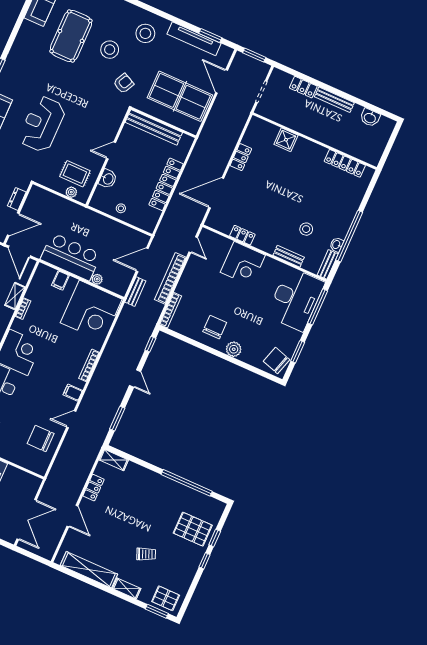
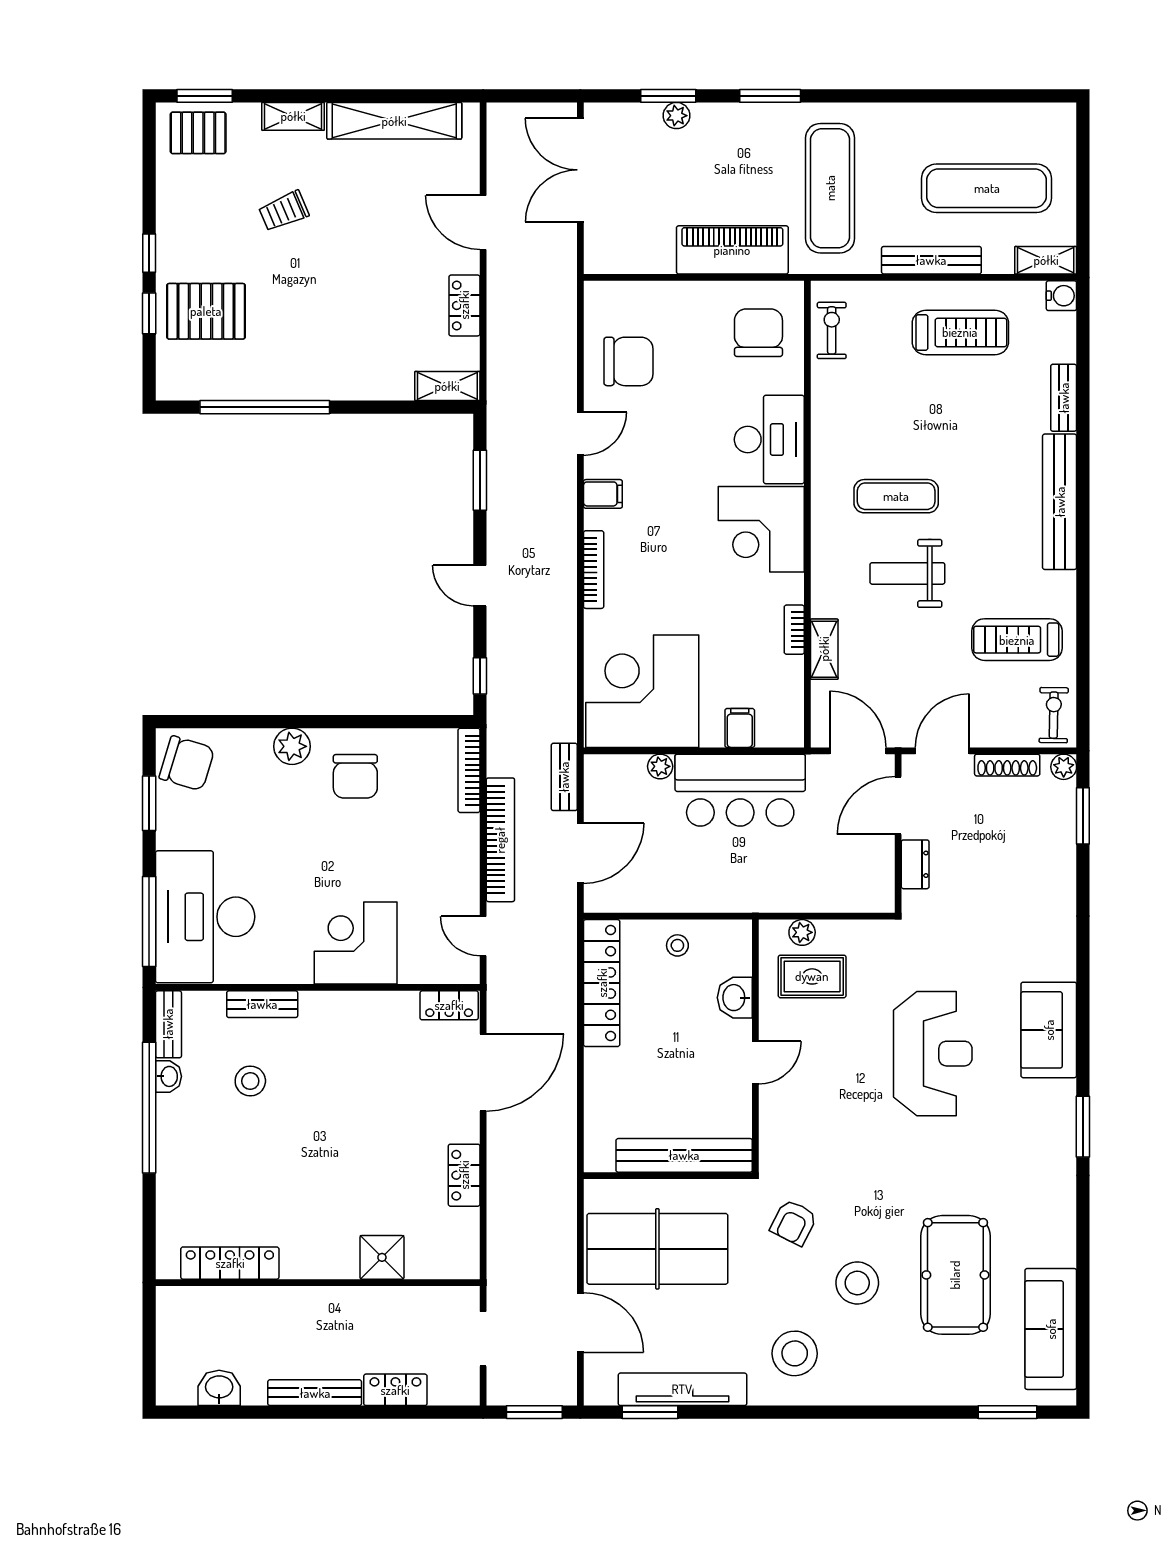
locker: (166, 184) -> (602, 983), moved
locker: (242, 235) -> (449, 1005), moved

